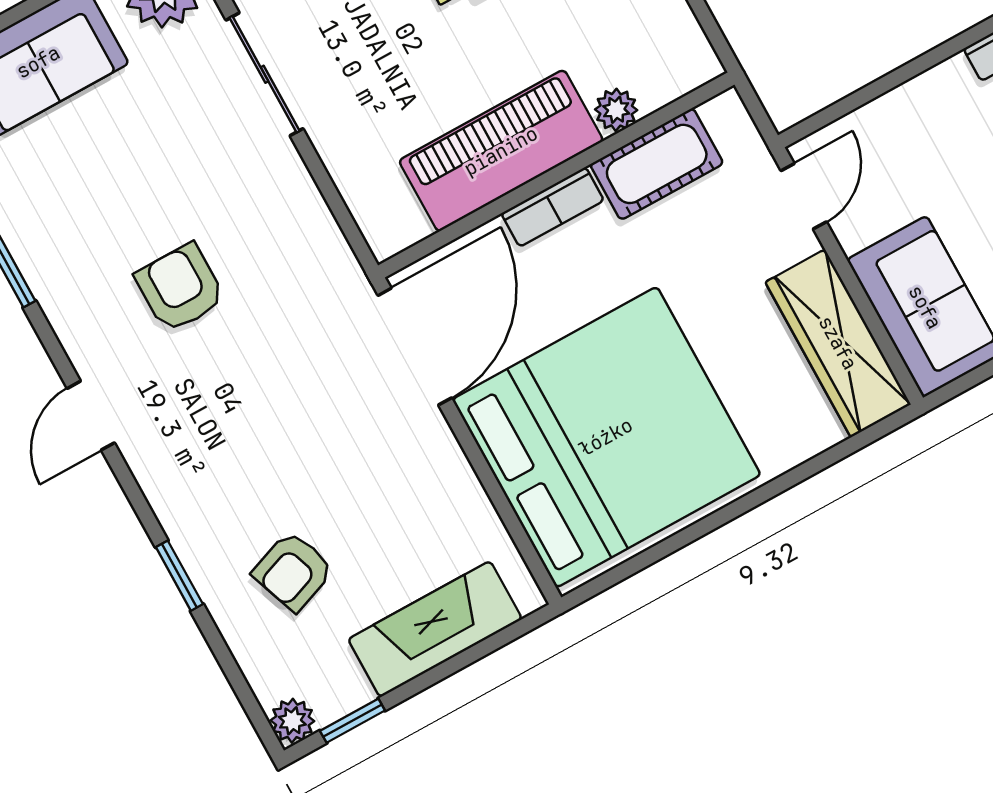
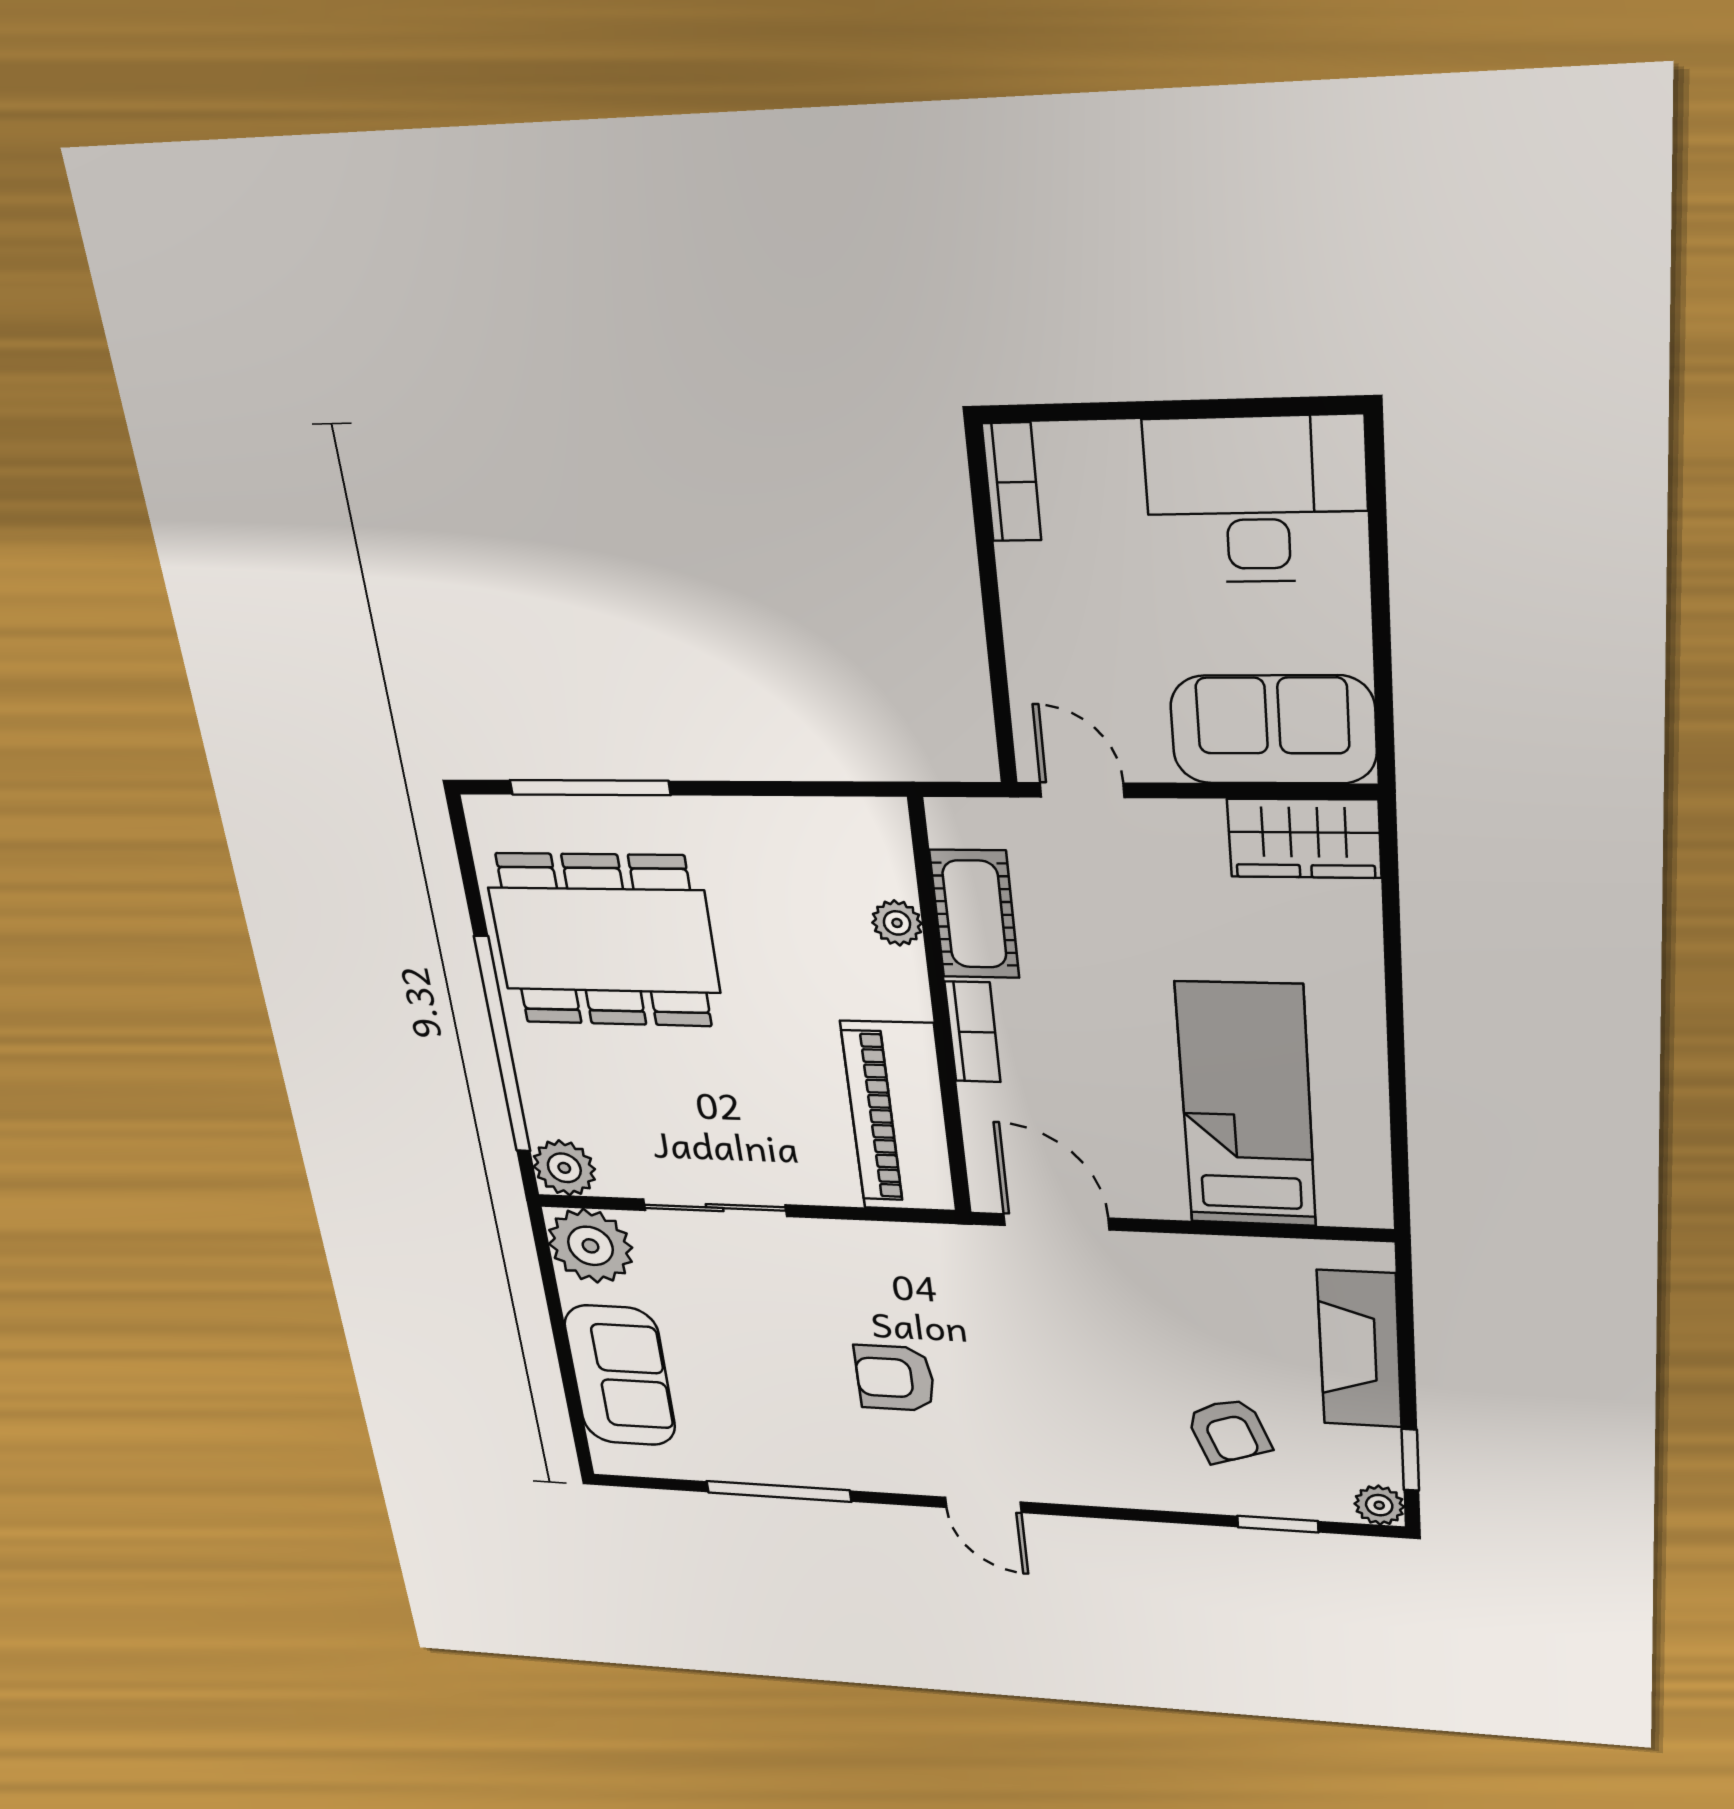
piano: (501, 151) -> (899, 1117), moved
wardrobe: (838, 343) -> (1304, 838), width x0.67
door: (415, 347) -> (1056, 1222), width x0.73
bed: (606, 437) -> (1246, 1105), width x0.49
window: (179, 576) -> (1278, 1524), moved

